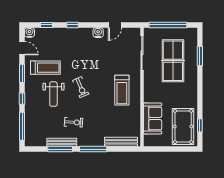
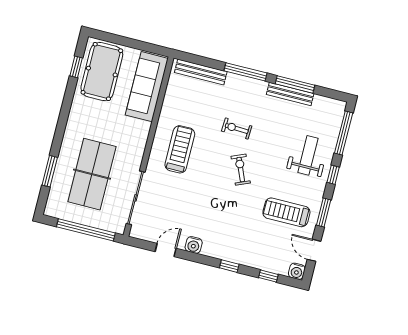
weight bench: (53, 94) -> (308, 155), moved
sofa: (153, 118) -> (147, 87), width x1.36
exercise bike: (74, 122) -> (237, 129), moved

